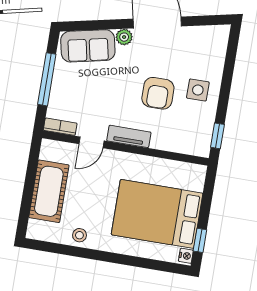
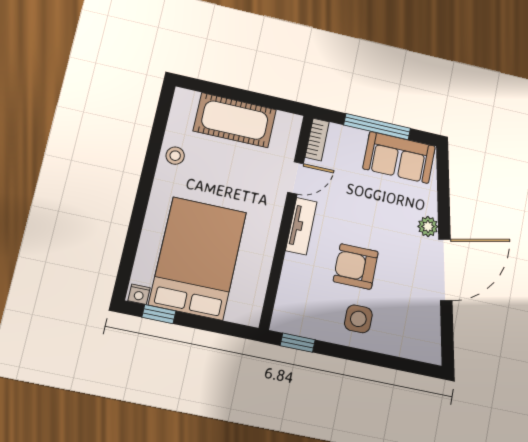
sofa: (88, 46) -> (399, 157), moved, turned -78
door: (91, 142) -> (296, 178), swing flipped

